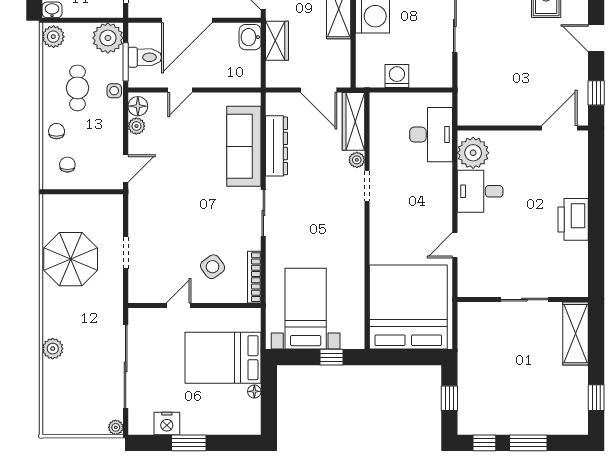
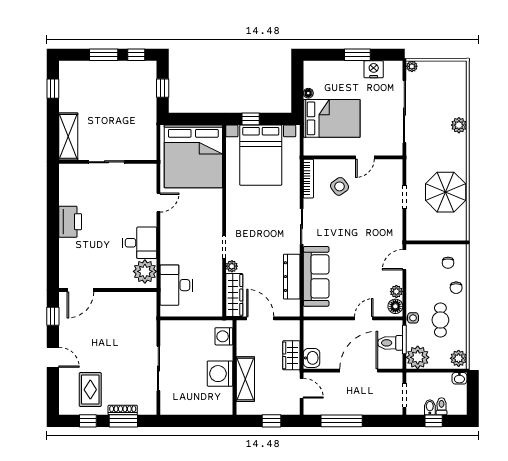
washing machine: (397, 76) -> (224, 336), moved, turned 90
bed with nightstands: (306, 309) -> (261, 155), width x1.36

